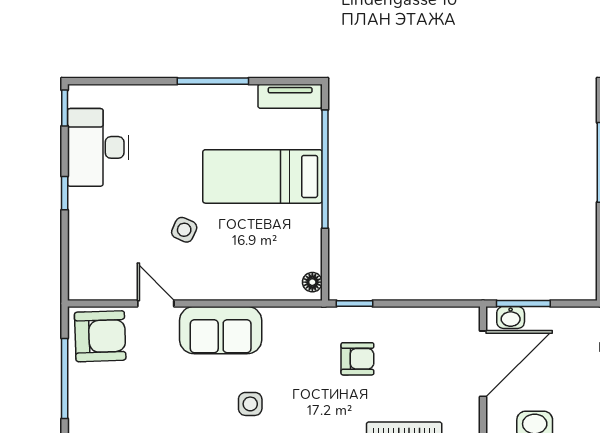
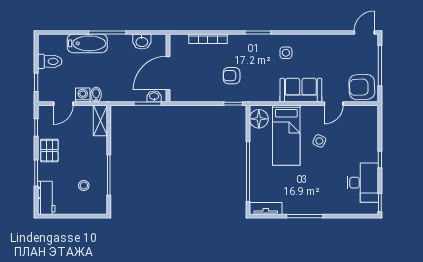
bed: (262, 176) -> (286, 135), moved, turned 90
floor lamp: (312, 282) -> (259, 119), width x1.89, depth x1.89
door: (156, 303) -> (334, 104), hinge flipped

